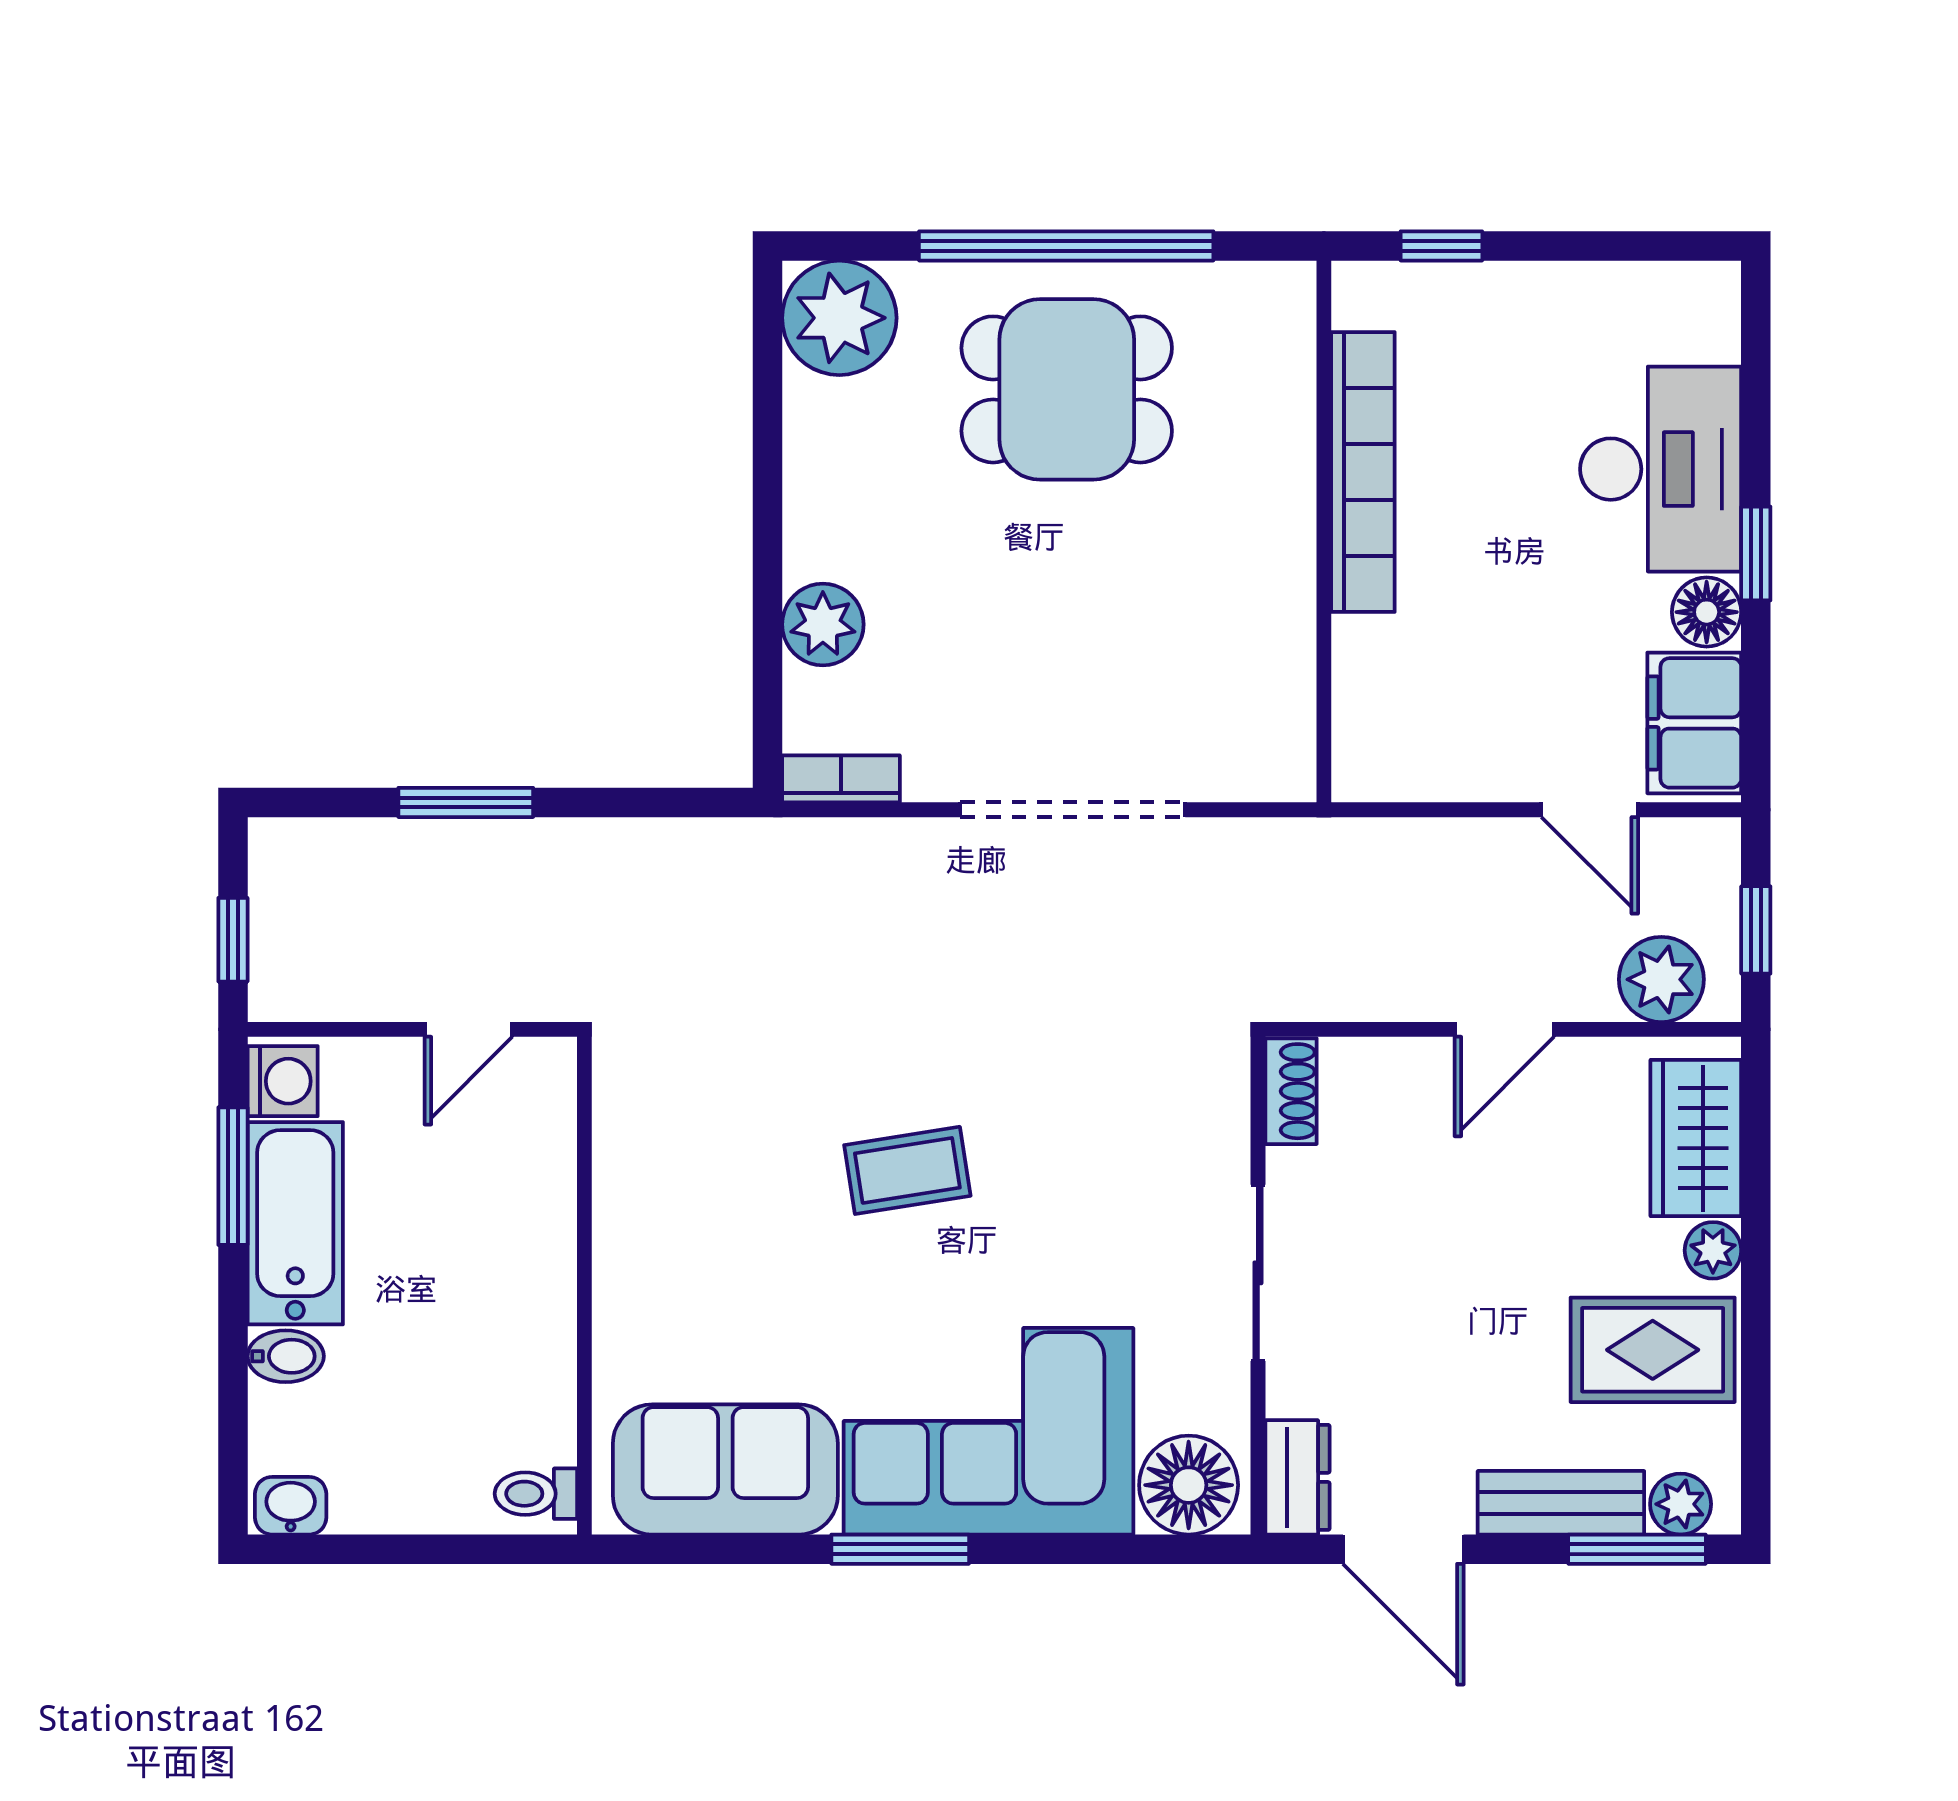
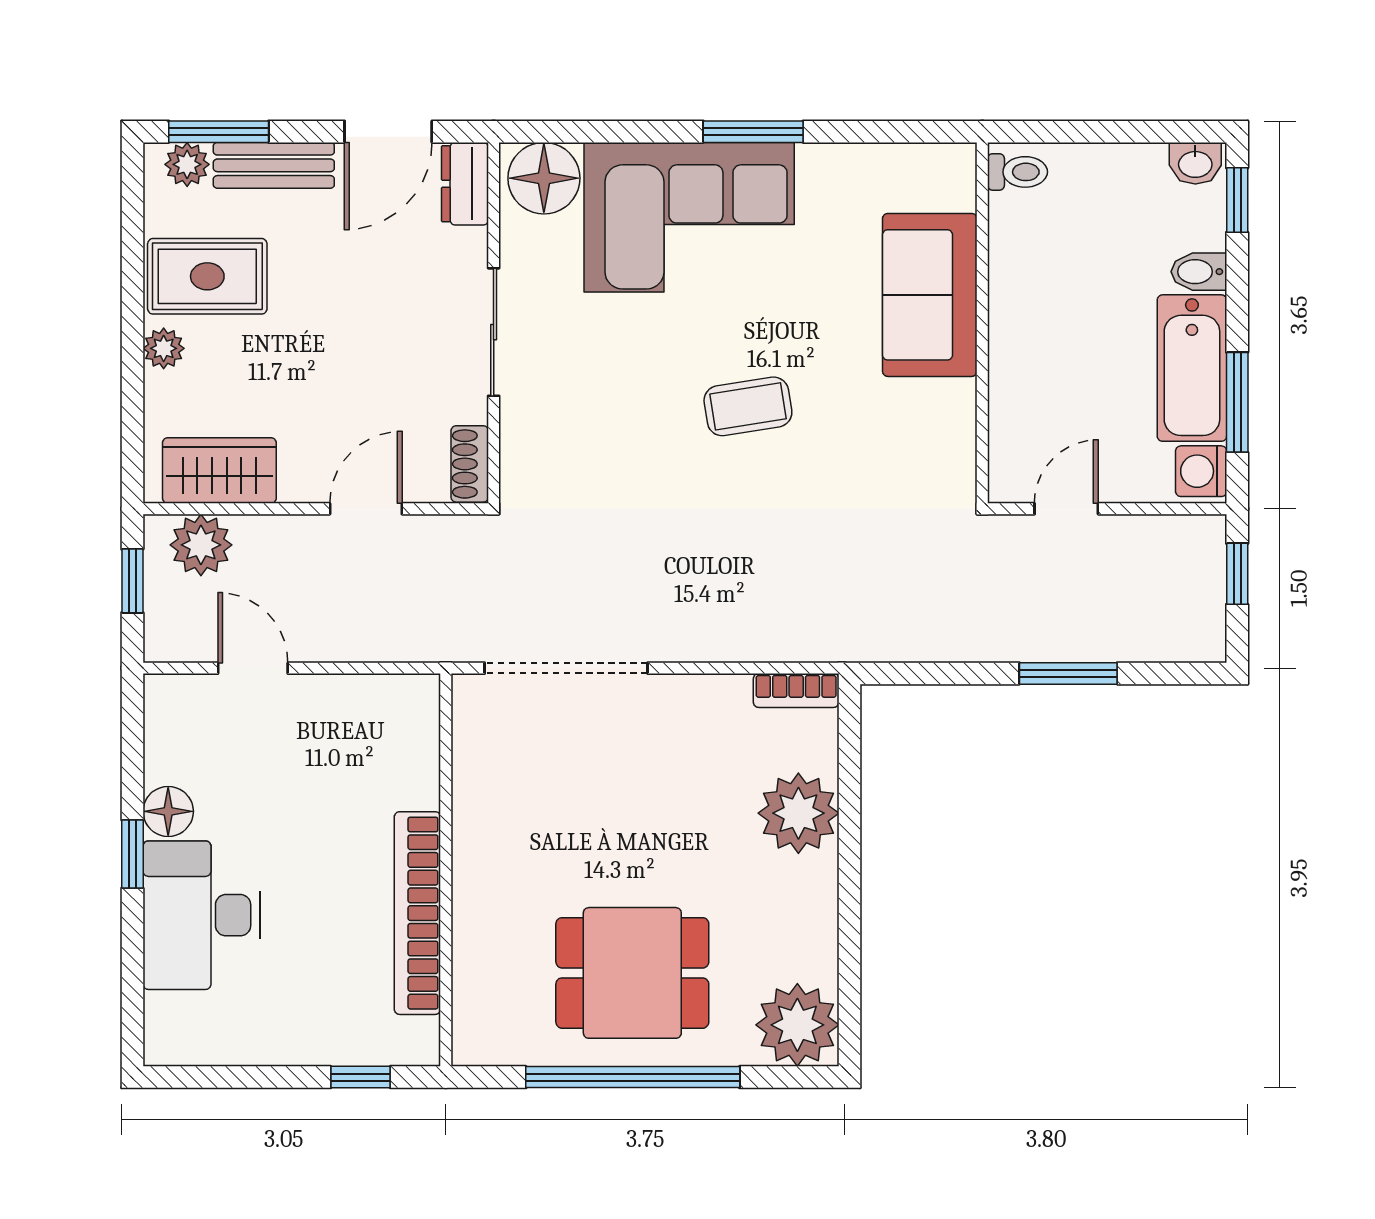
plant: (823, 624) -> (798, 813), width x1.36, depth x1.36
filing cabinet: (1694, 723) -> (177, 731), removed
doorway: (1073, 810) -> (566, 668), moved
door: (1504, 1029) -> (366, 509), moved
wardrobe: (1696, 1138) -> (219, 471), moved, turned -90
window: (233, 1455) -> (1237, 200), added
sofa: (725, 1470) -> (930, 295), moved, turned 90
door: (1403, 1549) -> (388, 132), swing flipped

